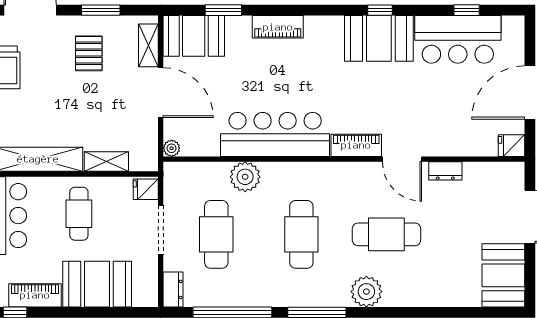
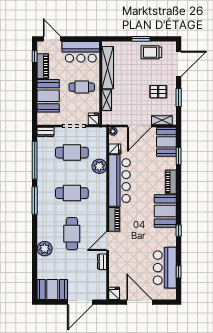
booth: (379, 38) -> (165, 211), moved
fridge: (209, 144) -> (115, 149), added
plant: (366, 292) -> (45, 249), moved

